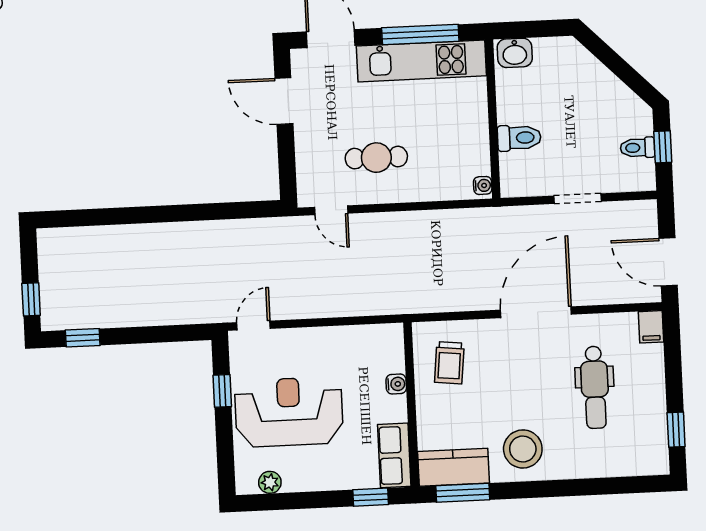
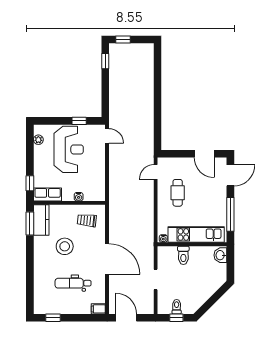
kitchen unit: (421, 61) -> (196, 234), moved, turned 90
door: (284, 101) -> (204, 154), swing flipped
door: (668, 262) -> (126, 318), hinge flipped
stool: (523, 449) -> (65, 246), moved

